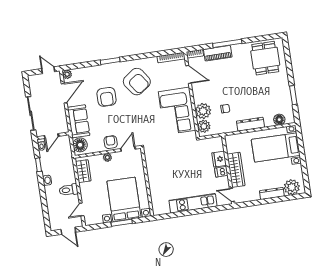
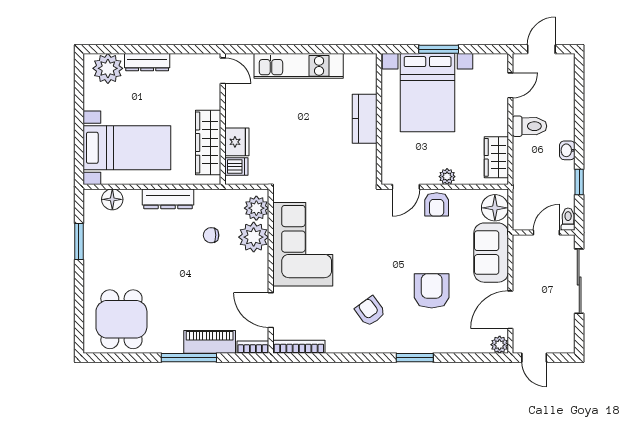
armchair: (137, 82) -> (370, 311), width x0.53, depth x0.53
wardrobe: (236, 170) -> (208, 143), moved
dishwasher: (221, 172) -> (236, 166), moved
kitchen counter: (155, 181) -> (365, 119), added
door: (68, 231) -> (541, 49), hinge flipped

